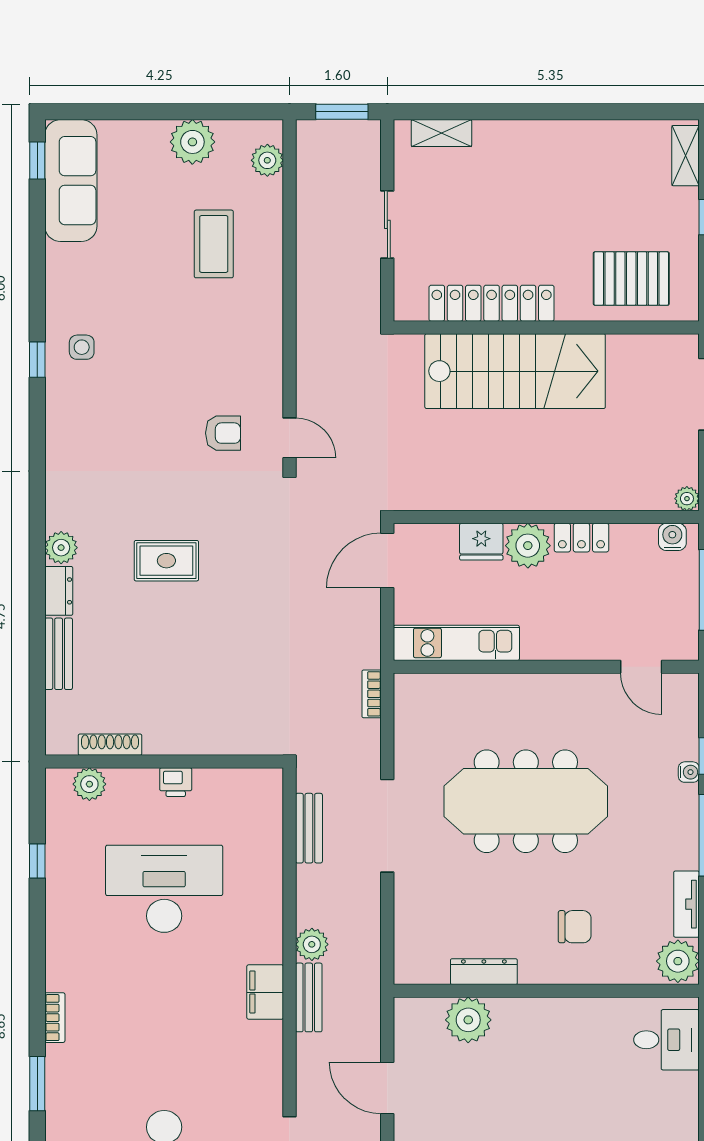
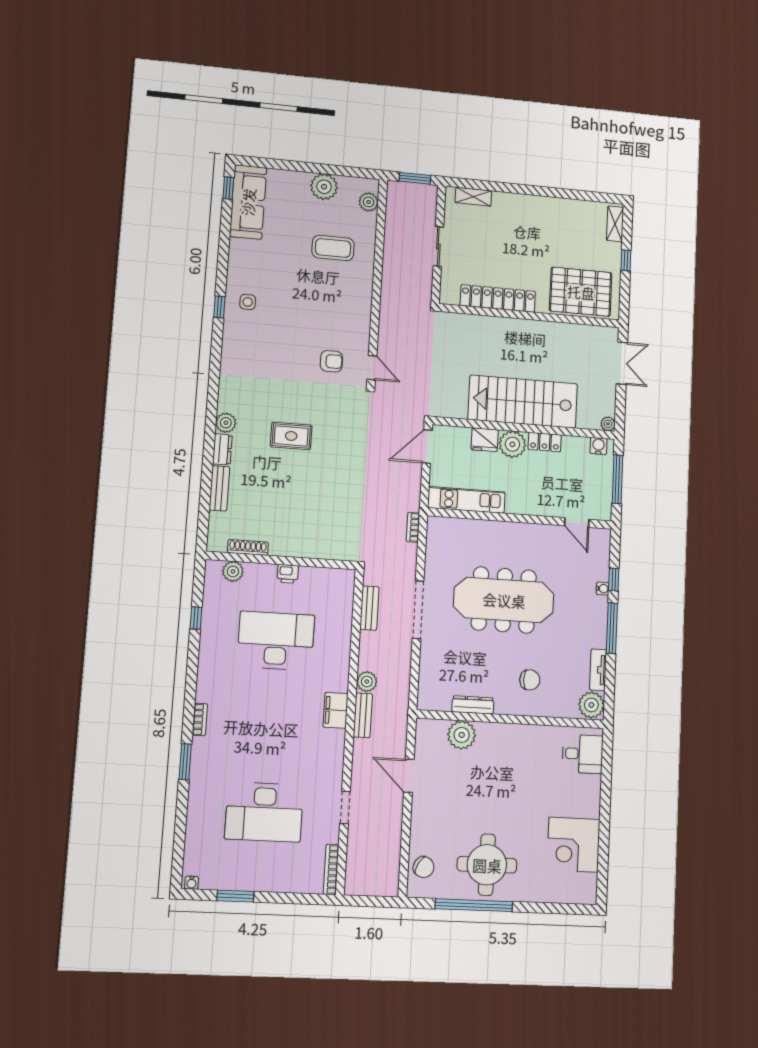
coffee table: (214, 244) -> (333, 248), turned 90
pallet: (631, 279) -> (581, 292), width x1.37, depth x1.41
stairs: (515, 371) -> (523, 402), moved, turned 180

